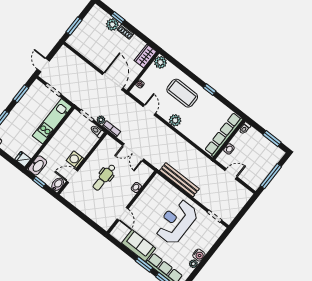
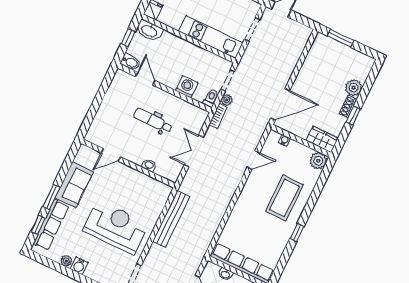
window: (118, 18) -> (353, 116), moved
plant: (175, 120) -> (247, 196), removed
washing machine: (75, 160) -> (187, 87), moved

